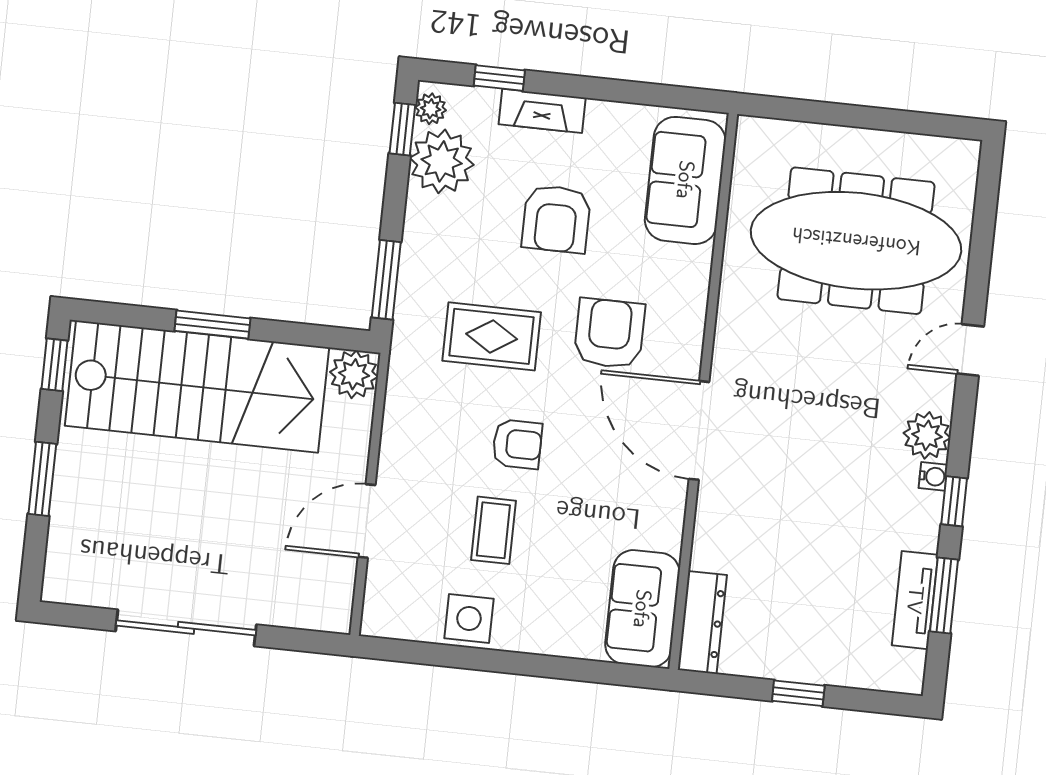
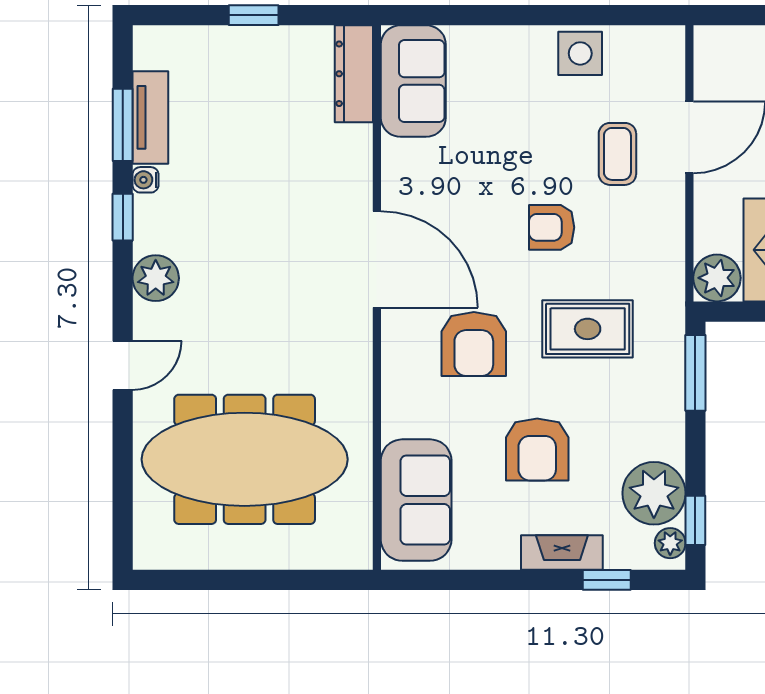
armchair: (556, 219) -> (537, 449), turned 180
water cooler: (933, 476) -> (145, 180), moved
coffee table: (493, 530) -> (617, 154), moved

